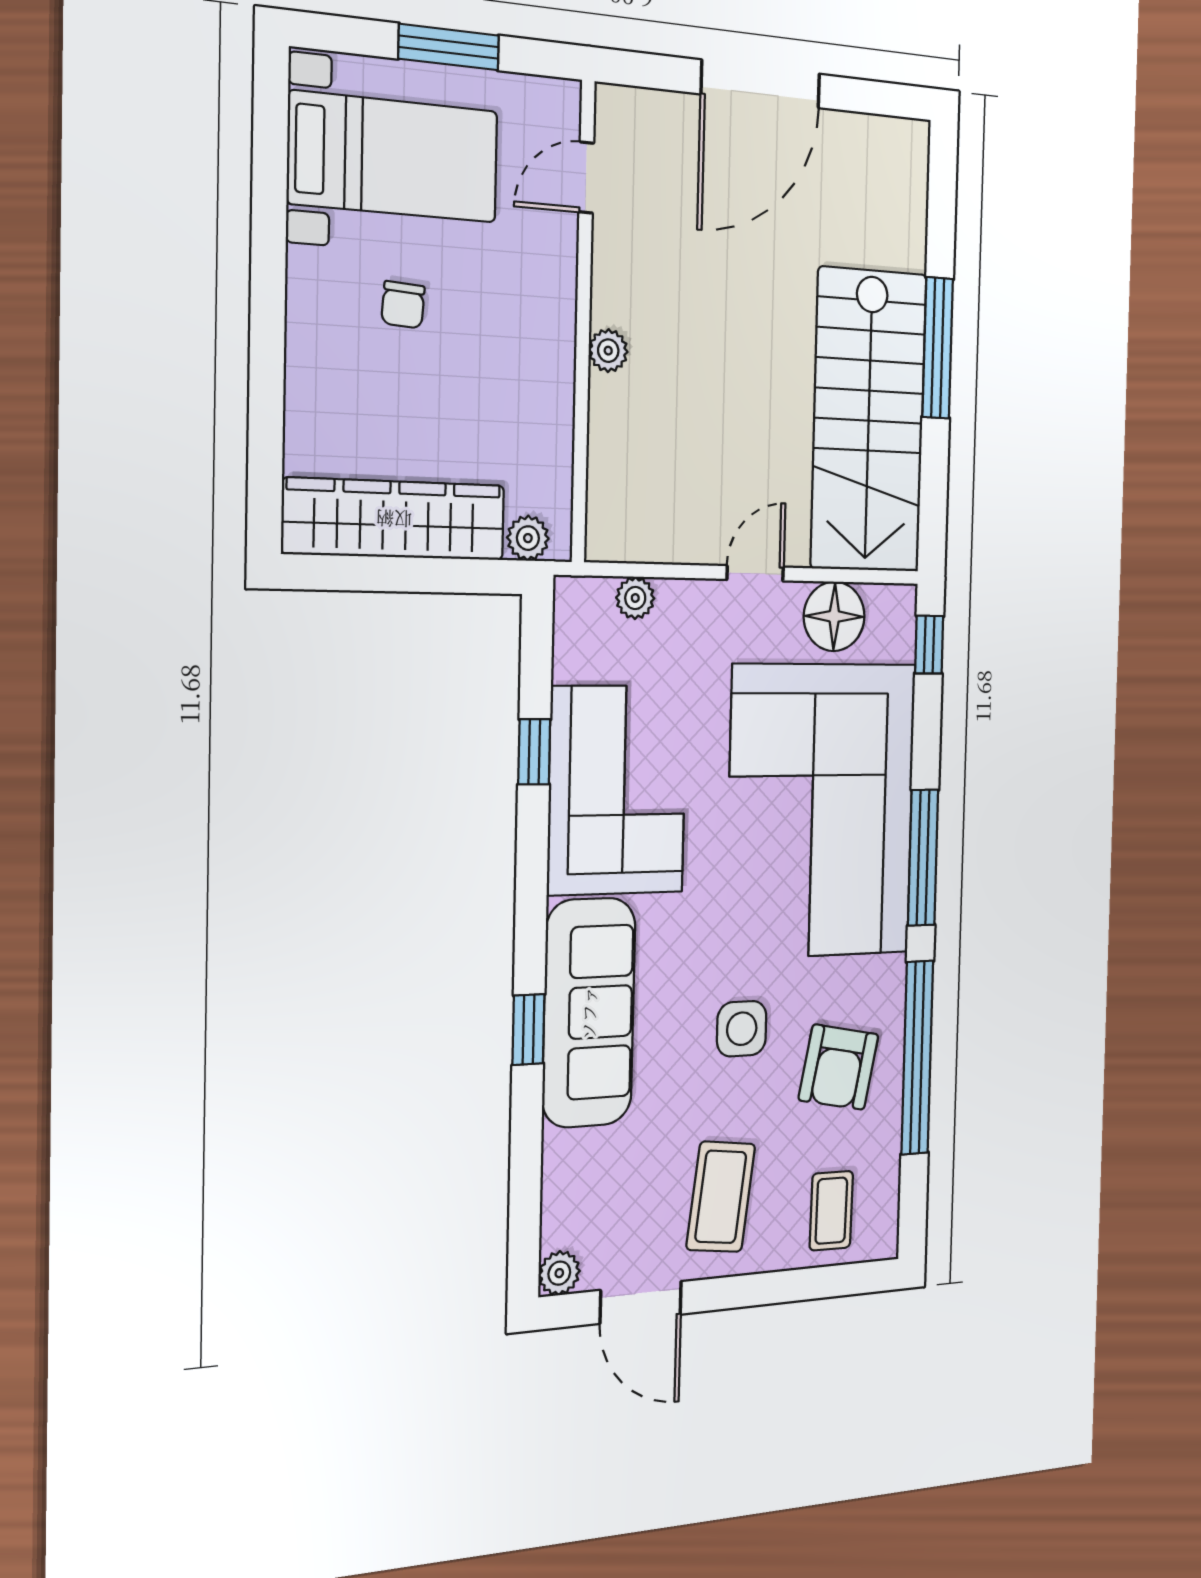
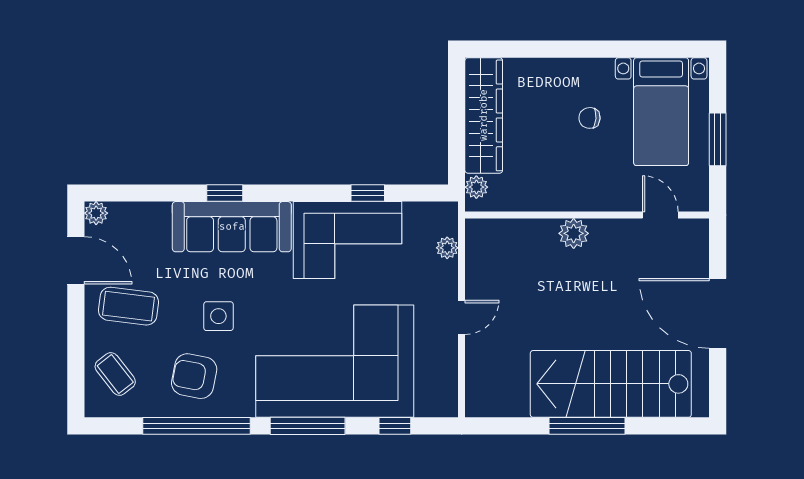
plant: (608, 351) -> (574, 233), width x1.38, depth x1.38
stairs: (869, 421) -> (611, 384), moved
door: (755, 573) -> (462, 317), hinge flipped
floor lamp: (834, 616) -> (440, 366), removed
window: (929, 645) -> (395, 426), moved
coffee table: (831, 1211) -> (115, 374), turned 51
door: (641, 1302) -> (76, 260), swing flipped

